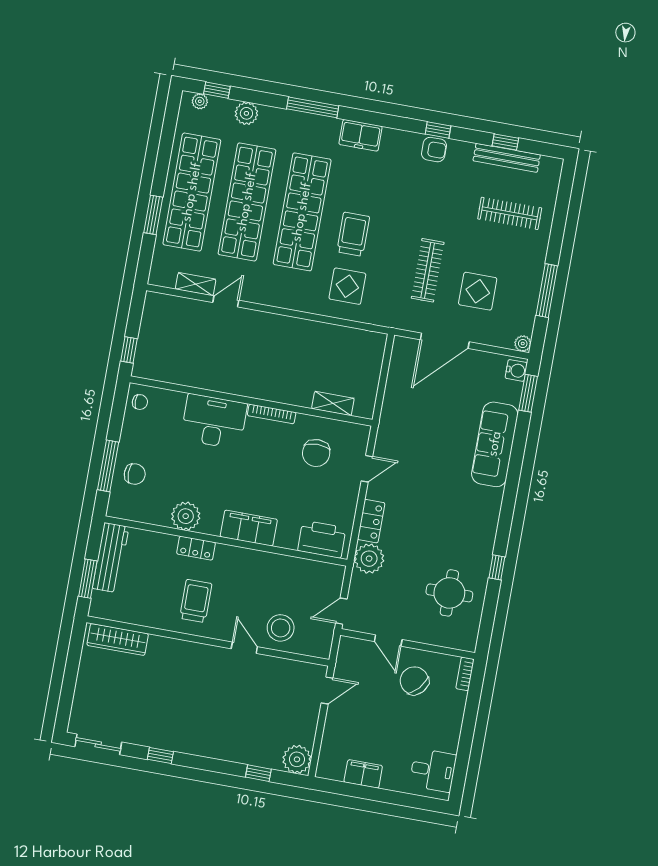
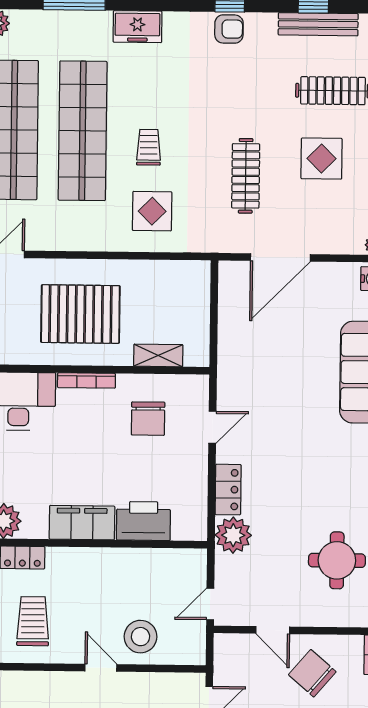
trolley: (353, 234) -> (149, 147), width x0.73, depth x0.72
display table: (478, 291) -> (322, 159), moved
pallet: (276, 360) -> (80, 314), added
printer: (322, 539) -> (143, 521), moved

